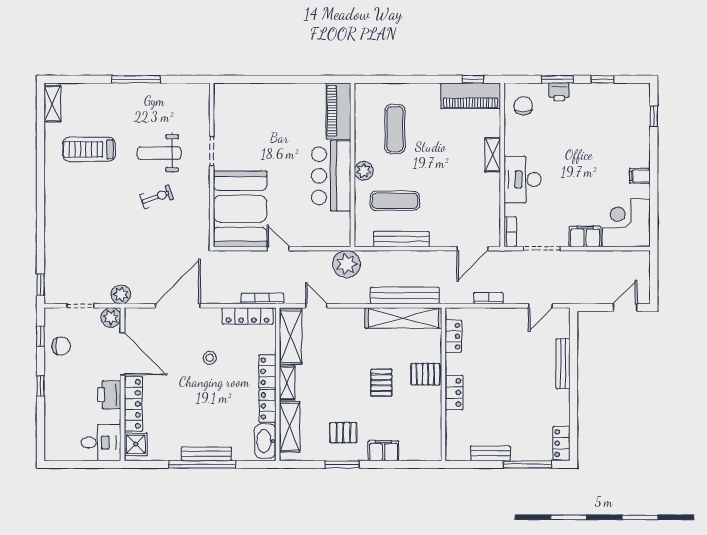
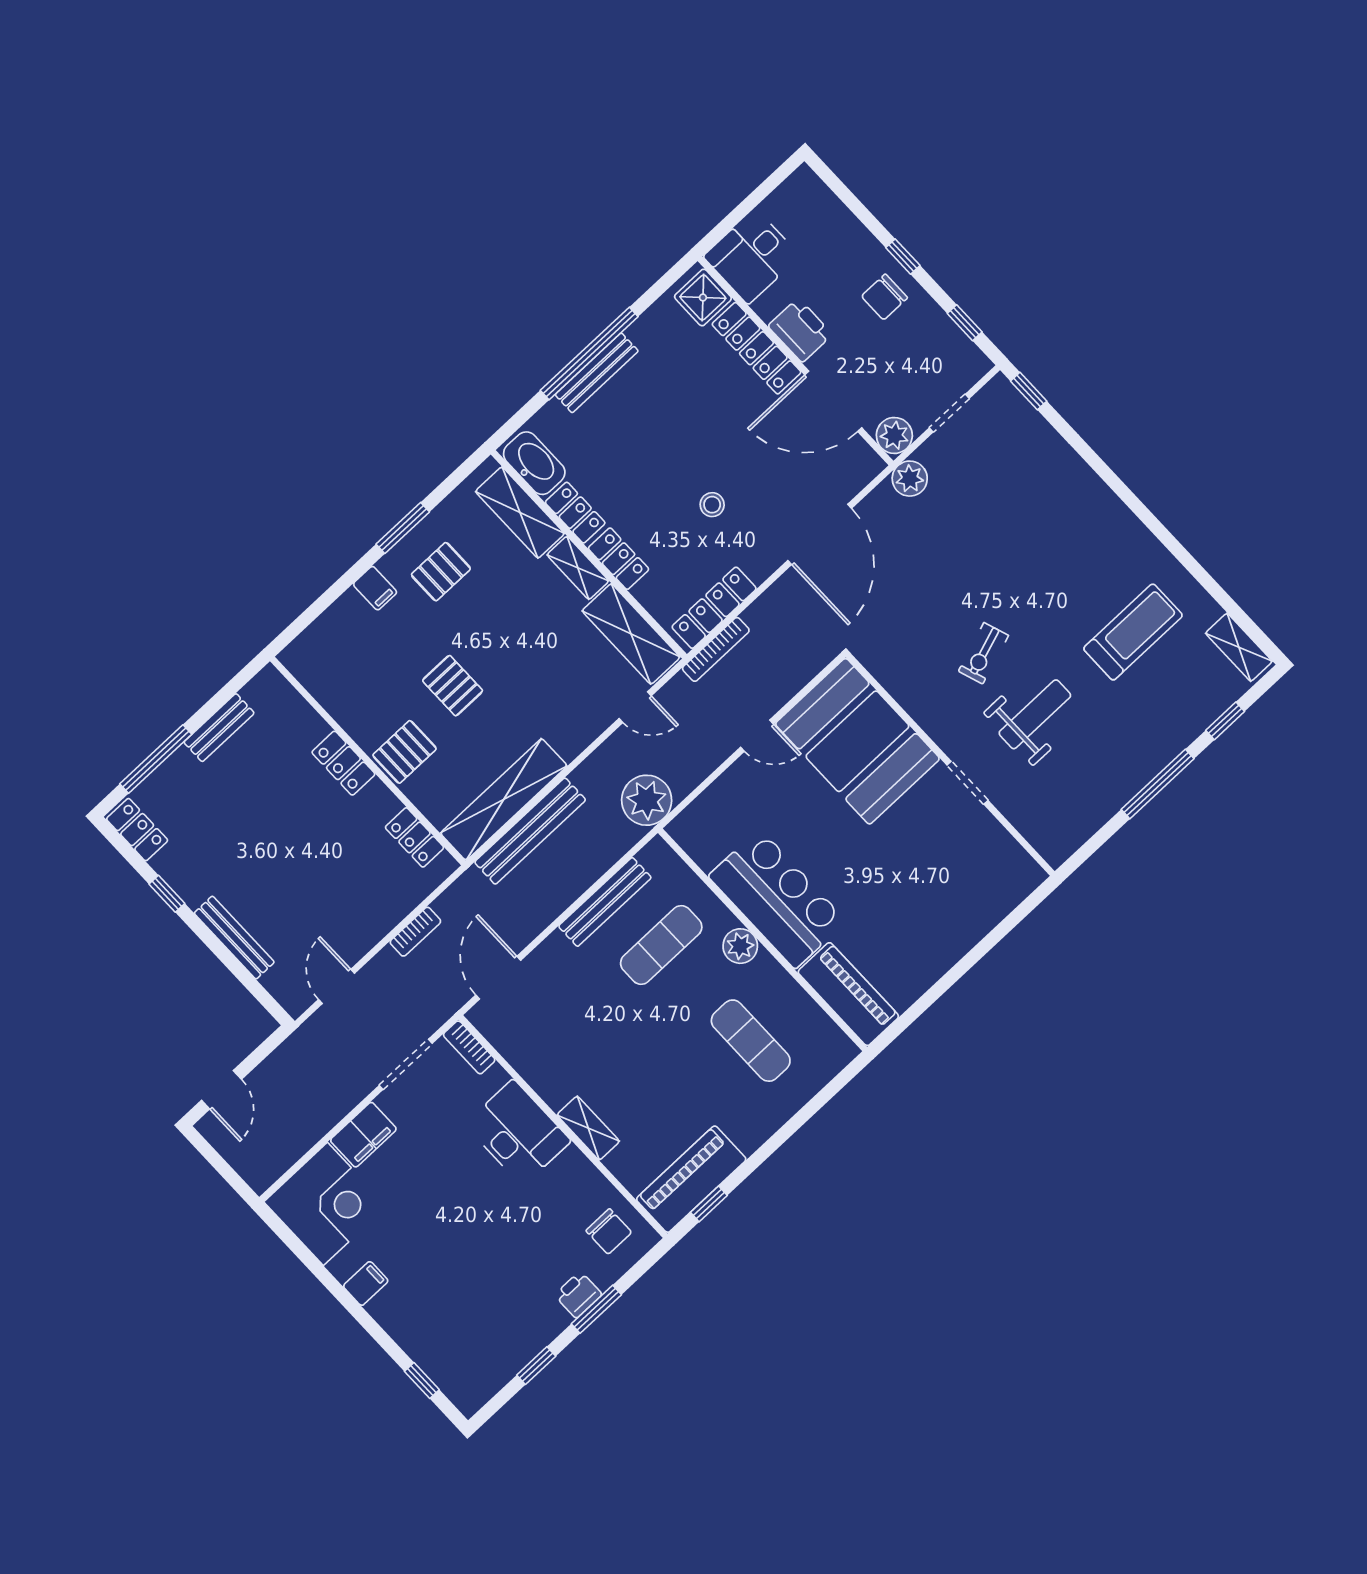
window: (85, 79) -> (1225, 721), added
chair: (61, 346) -> (884, 297), moved
window: (574, 406) -> (167, 894), added
filing cabinet: (383, 451) -> (375, 588), width x0.50

